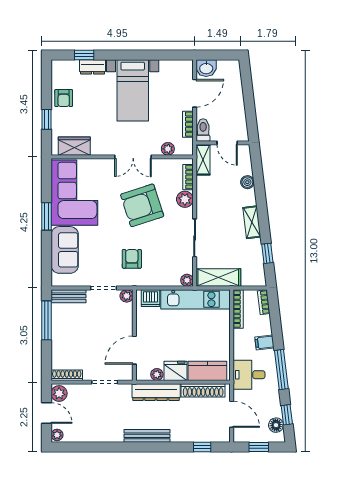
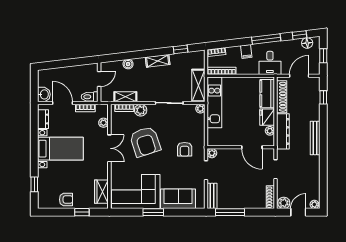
dresser: (93, 67) -> (43, 119), moved
shelving: (203, 160) -> (125, 97), moved
armchair: (132, 259) -> (185, 149), turned -90
dishwasher: (150, 298) -> (213, 136), removed

